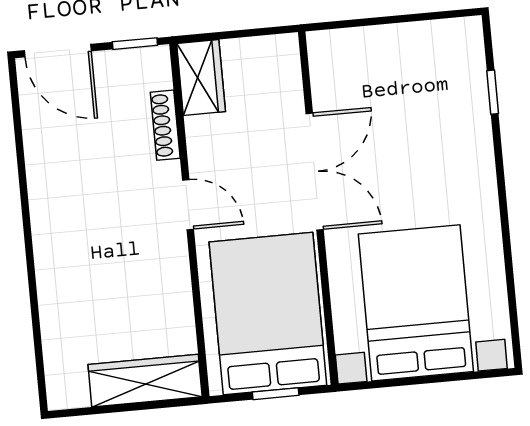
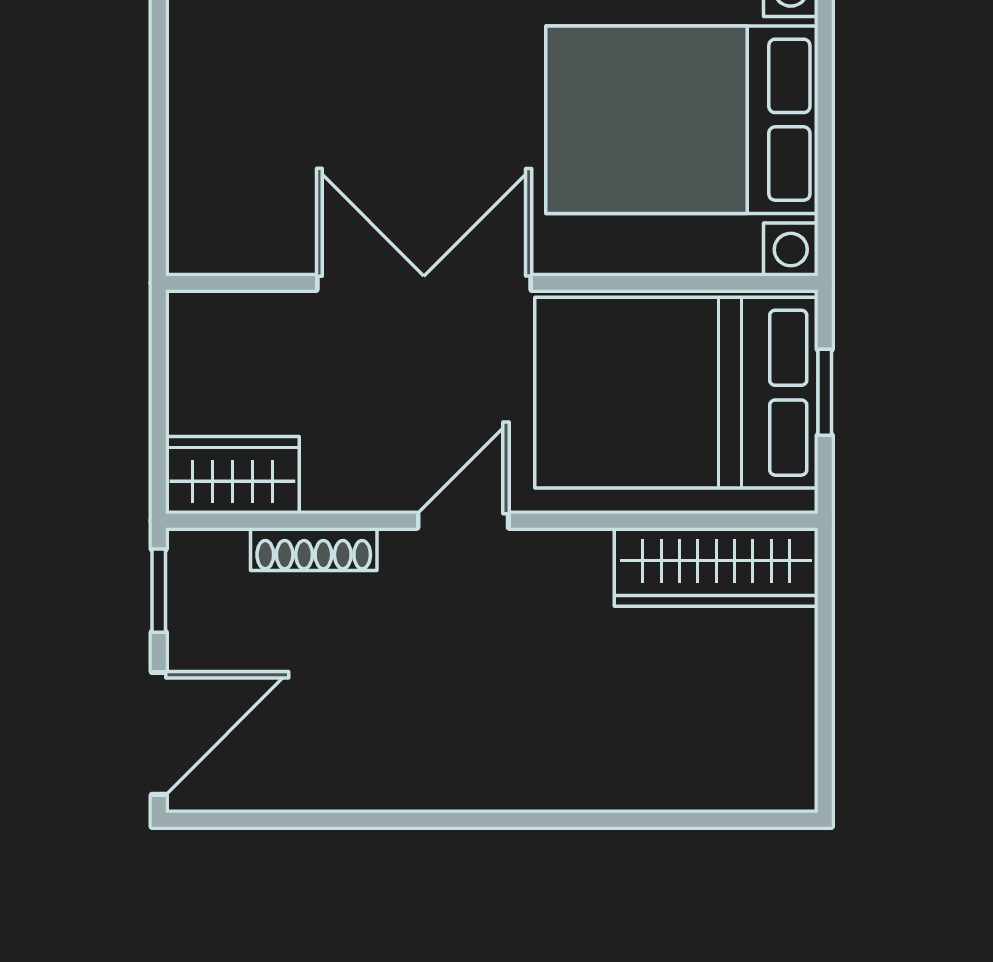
wardrobe: (145, 381) -> (716, 567), moved, turned -90

